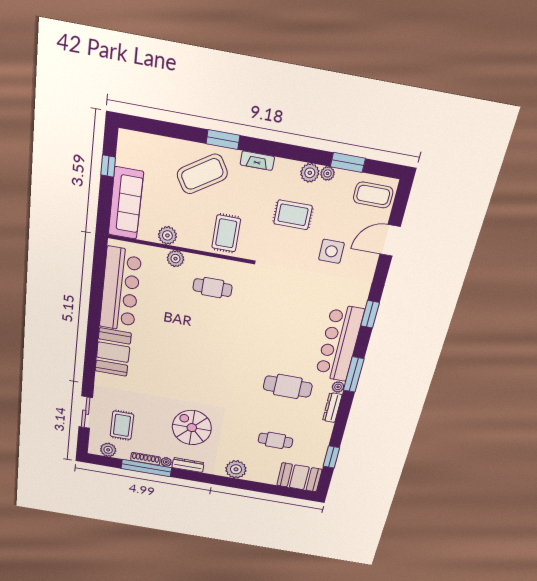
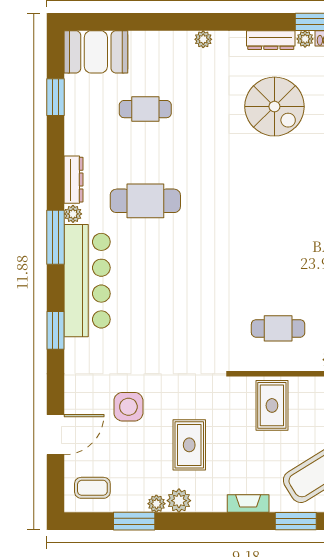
coffee table: (373, 195) -> (92, 488), width x0.73, depth x0.77
rug: (293, 215) -> (189, 445), turned 90
plant: (236, 469) -> (203, 39), width x0.53, depth x0.53

